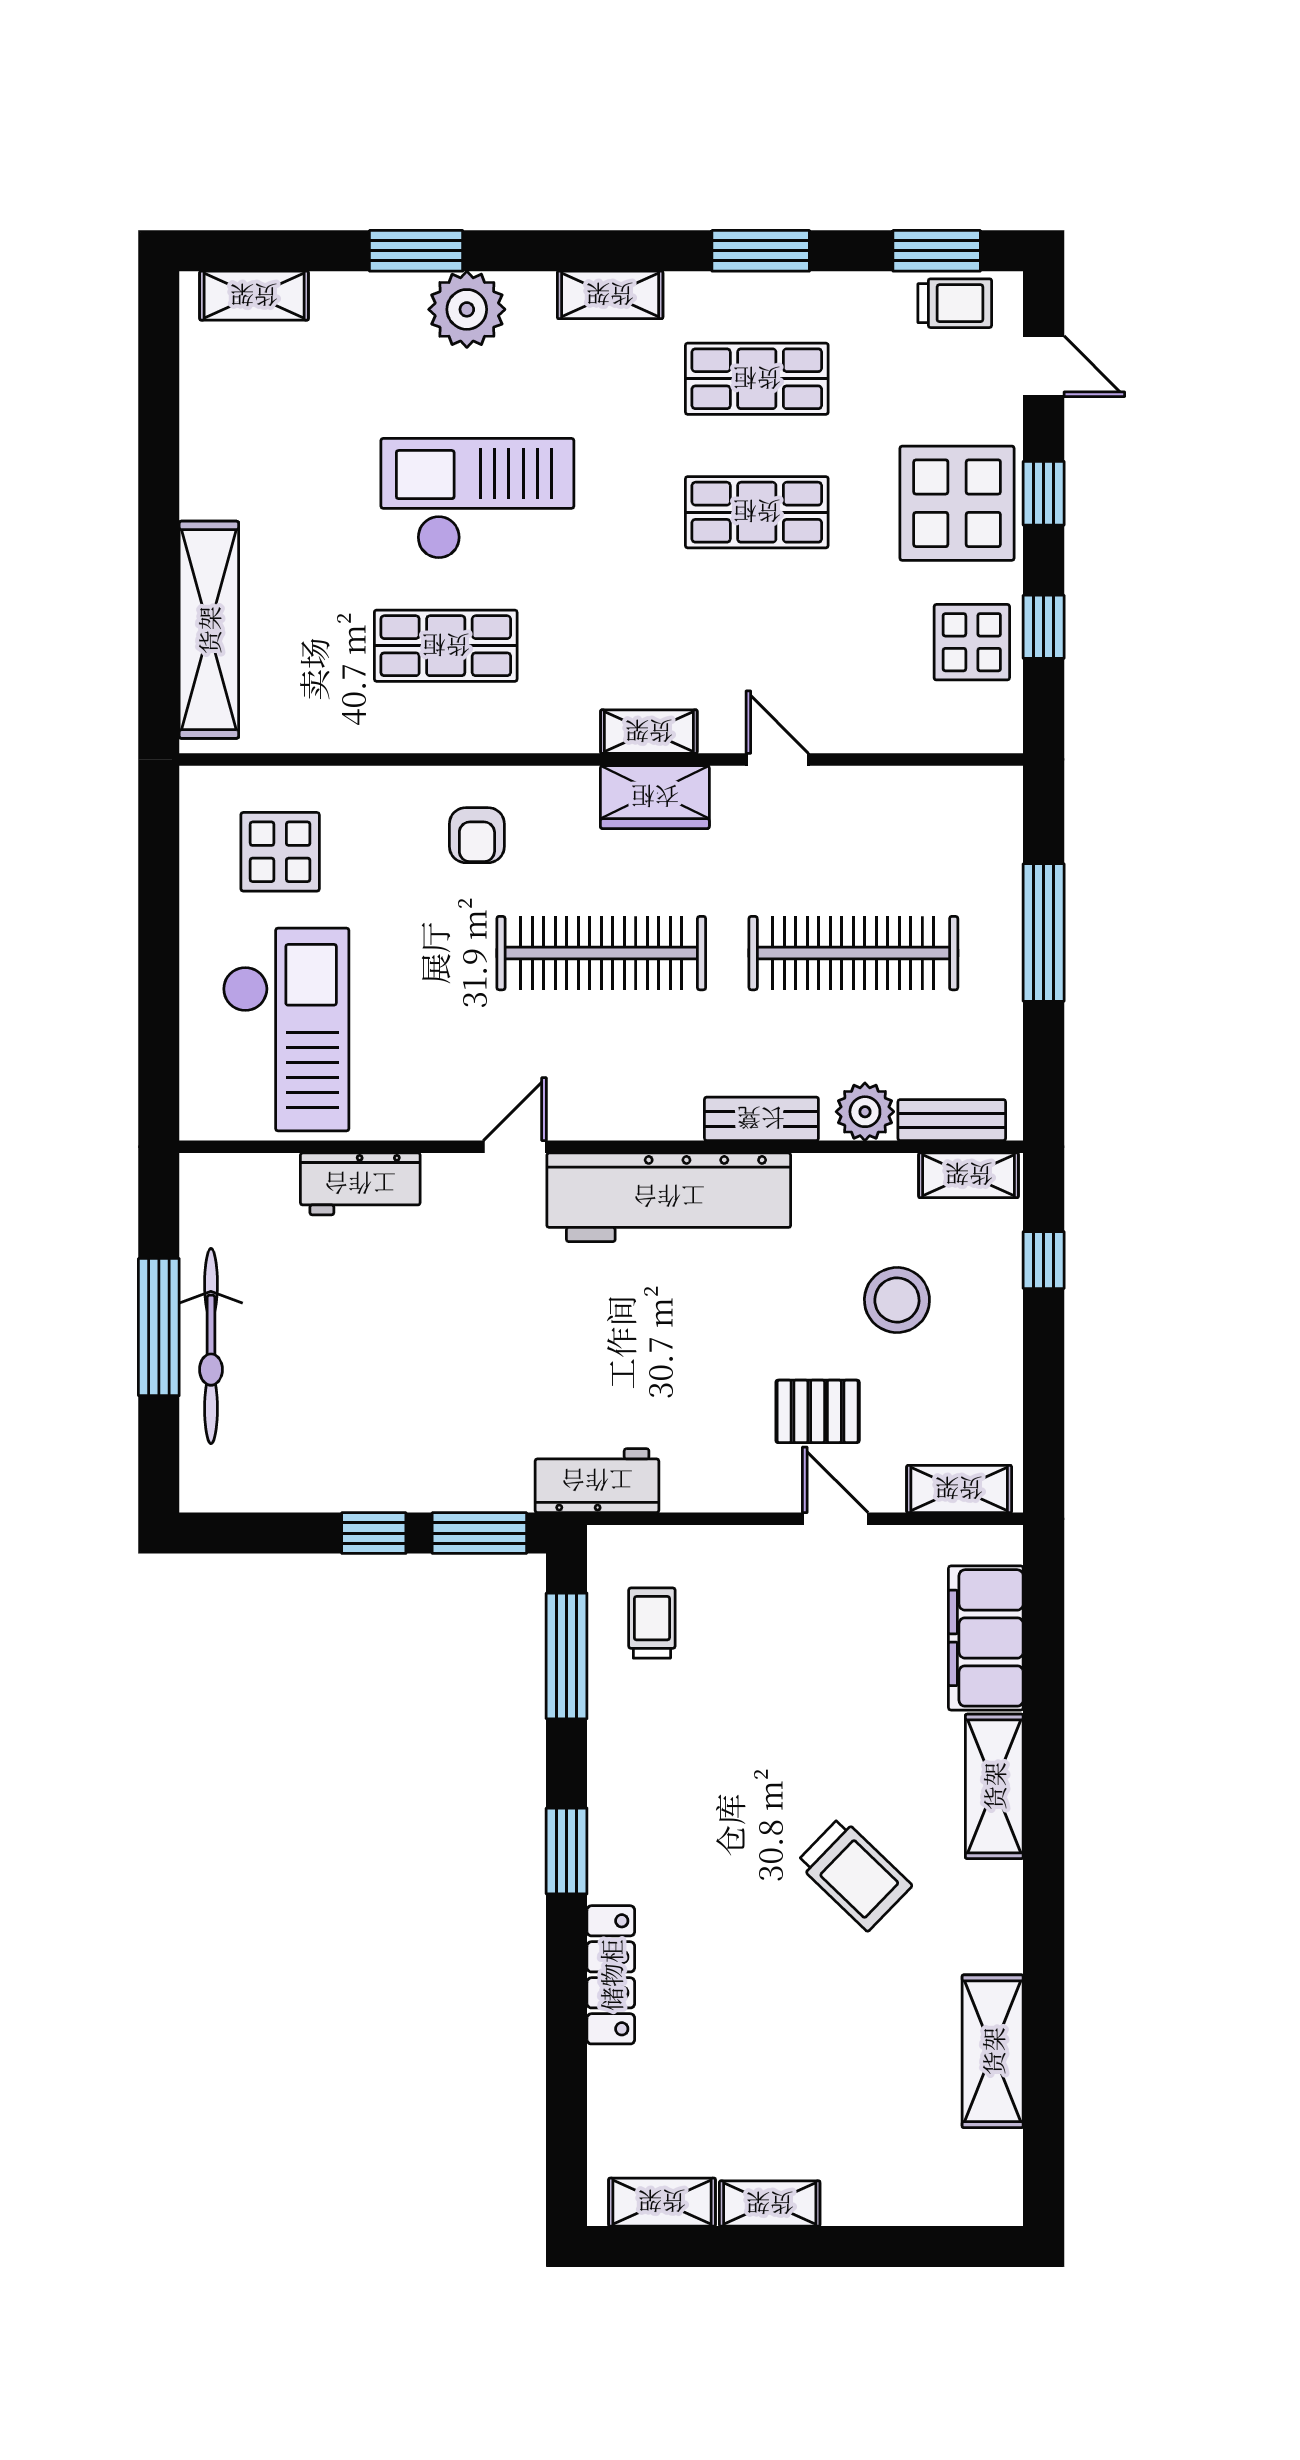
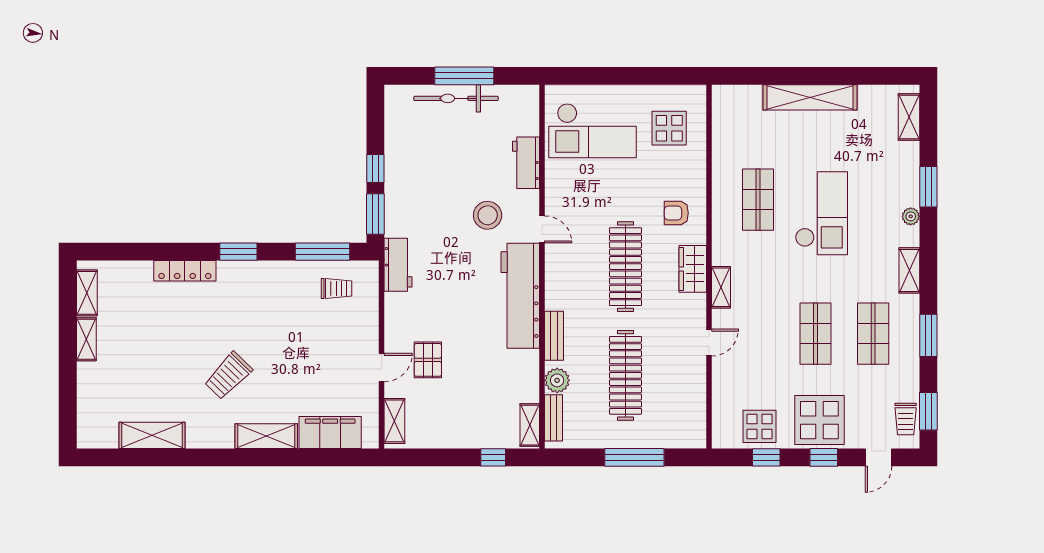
plant: (467, 309) -> (911, 216), width x0.53, depth x0.53
shelving: (209, 630) -> (810, 97), moved
wardrobe: (655, 797) -> (693, 269), moved
stool: (897, 1300) -> (488, 215), moved

